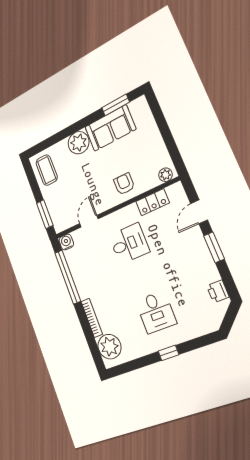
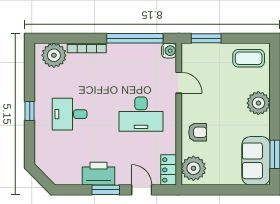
sofa: (110, 128) -> (256, 161), moved
plant: (165, 175) -> (193, 168), width x1.88, depth x1.88
locker: (153, 202) -> (169, 170), moved
desk: (129, 244) -> (141, 114), width x1.37
printer: (218, 291) -> (99, 174), moved, width x1.87, depth x1.48

